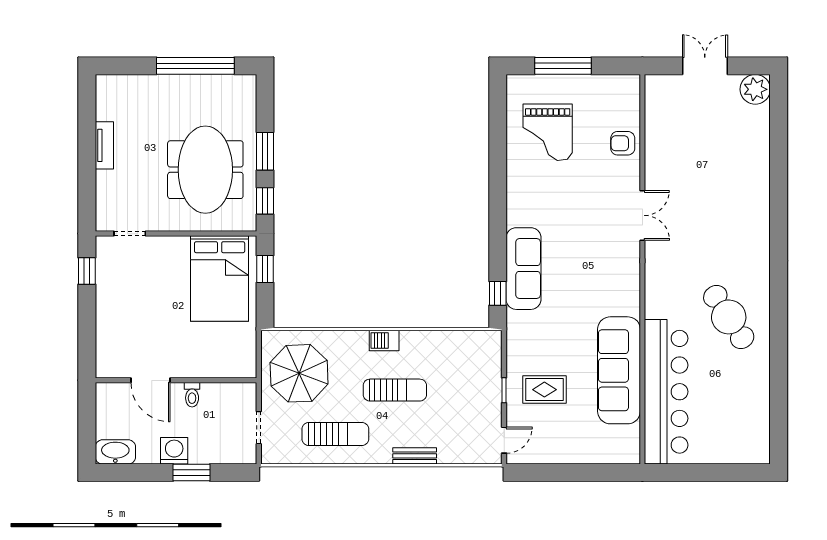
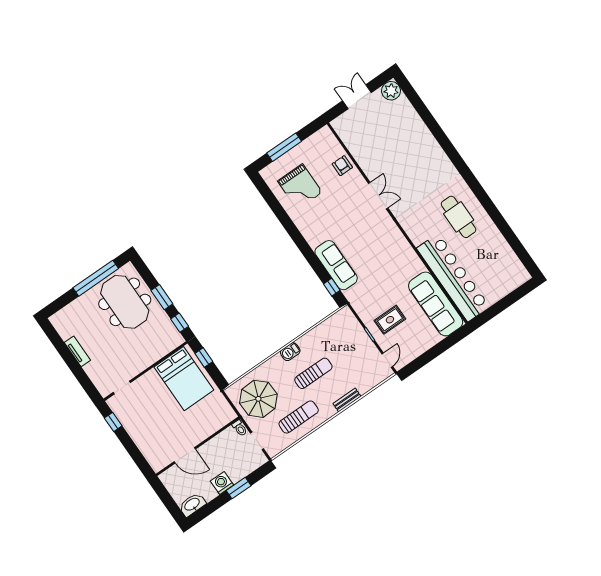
armchair: (623, 143) -> (342, 166), turned 90
meeting table: (205, 170) -> (125, 302), moved
cafe table: (729, 317) -> (459, 217), turned 33
sofa: (619, 370) -> (436, 304), moved
toilet: (192, 395) -> (240, 428), moved

